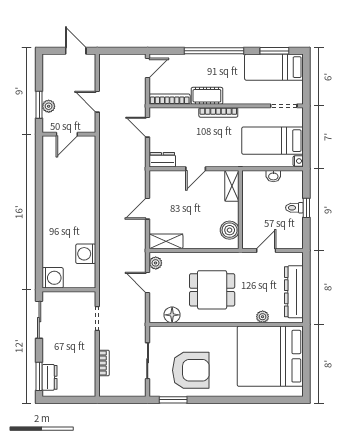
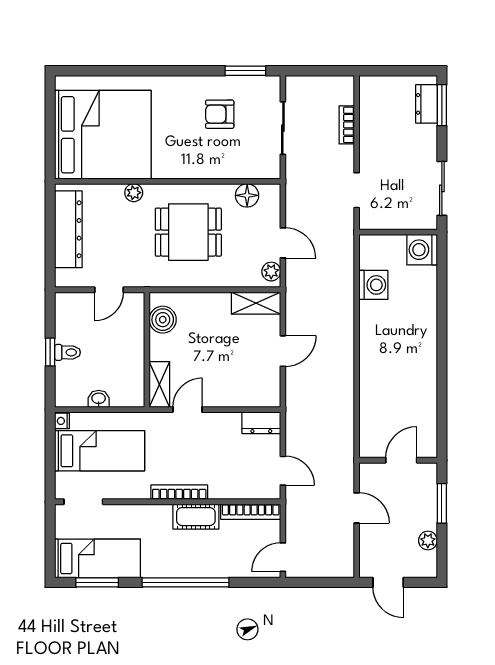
plant: (49, 106) -> (428, 541), moved
door: (196, 169) -> (187, 410), moved
plant: (263, 317) -> (134, 193), moved
armchair: (191, 370) -> (220, 114), width x0.53, depth x0.53

